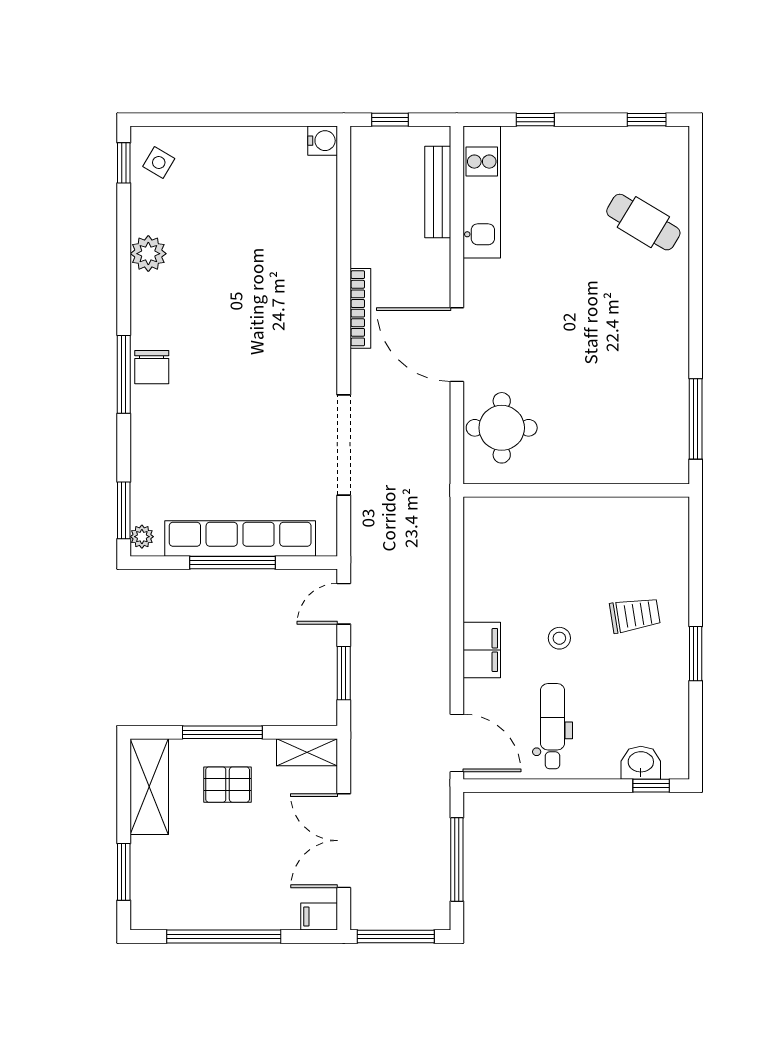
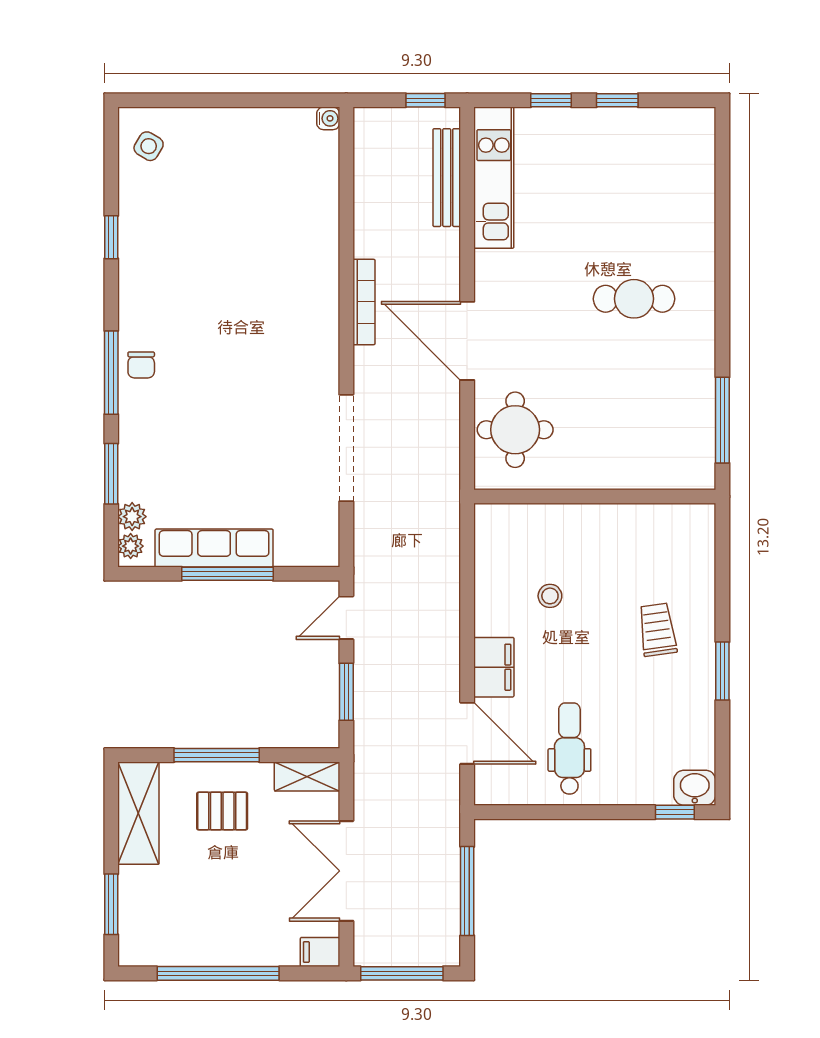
window: (390, 120) -> (425, 100), moved
window: (647, 120) -> (617, 100), moved
water cooler: (323, 141) -> (328, 118), width x0.72, depth x0.72
window: (124, 163) -> (111, 237), moved
cafe table: (643, 222) -> (634, 299), moved, turned -31
plant: (148, 254) -> (132, 517), moved, width x0.73, depth x0.73
chair: (152, 367) -> (141, 365), width x0.73, depth x0.73
window: (124, 510) -> (111, 474), moved
row of seats: (240, 538) -> (214, 548), width x0.73
trolley: (635, 615) -> (657, 630), turned -89
stool: (559, 638) -> (550, 596), moved
door: (457, 743) -> (467, 733), moved
washbasin: (641, 763) -> (695, 788), moved

